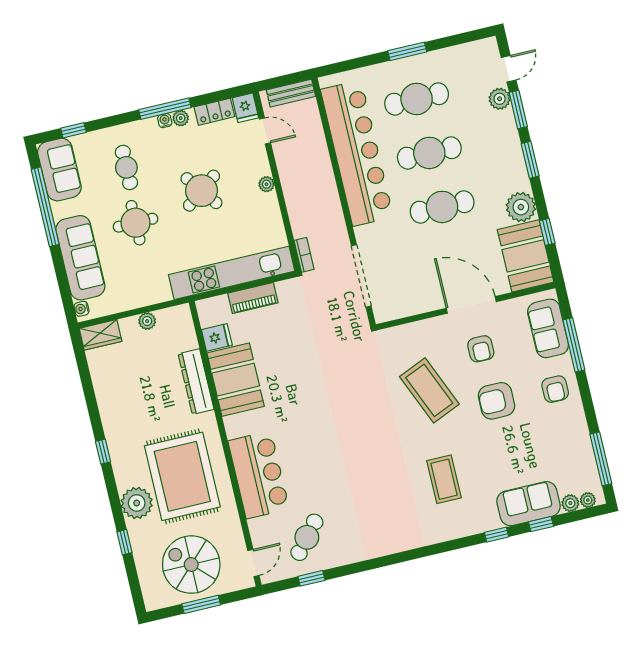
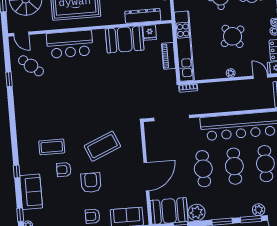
door: (265, 131) -> (260, 77), swing flipped
armchair: (481, 349) -> (64, 170), moved
dresser: (196, 382) -> (143, 16), moved
plant: (570, 503) -> (28, 215), removed
window: (541, 524) -> (20, 215), moved
window: (311, 578) -> (9, 79), moved

